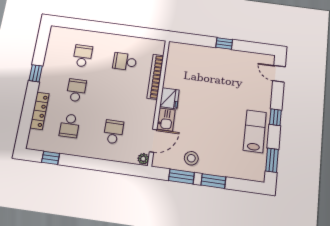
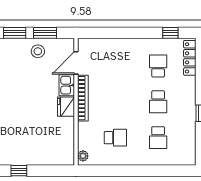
bookcase: (155, 77) -> (83, 98), moved
locker: (40, 111) -> (190, 58), moved
school desk: (113, 132) -> (115, 66), removed
plant: (143, 159) -> (83, 156), moved

